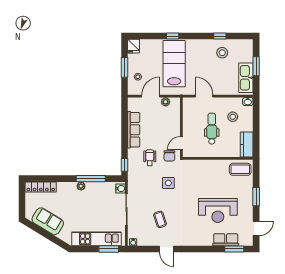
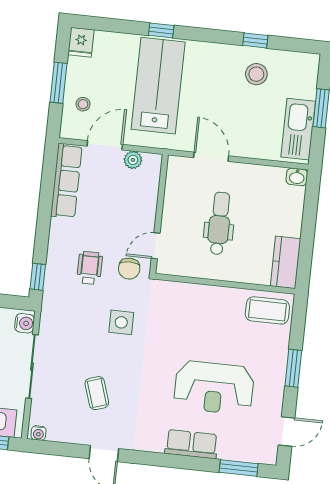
stool: (233, 117) -> (264, 204), removed
row of seats: (134, 130) -> (66, 181), moved
row of seats: (226, 240) -> (191, 444), moved

